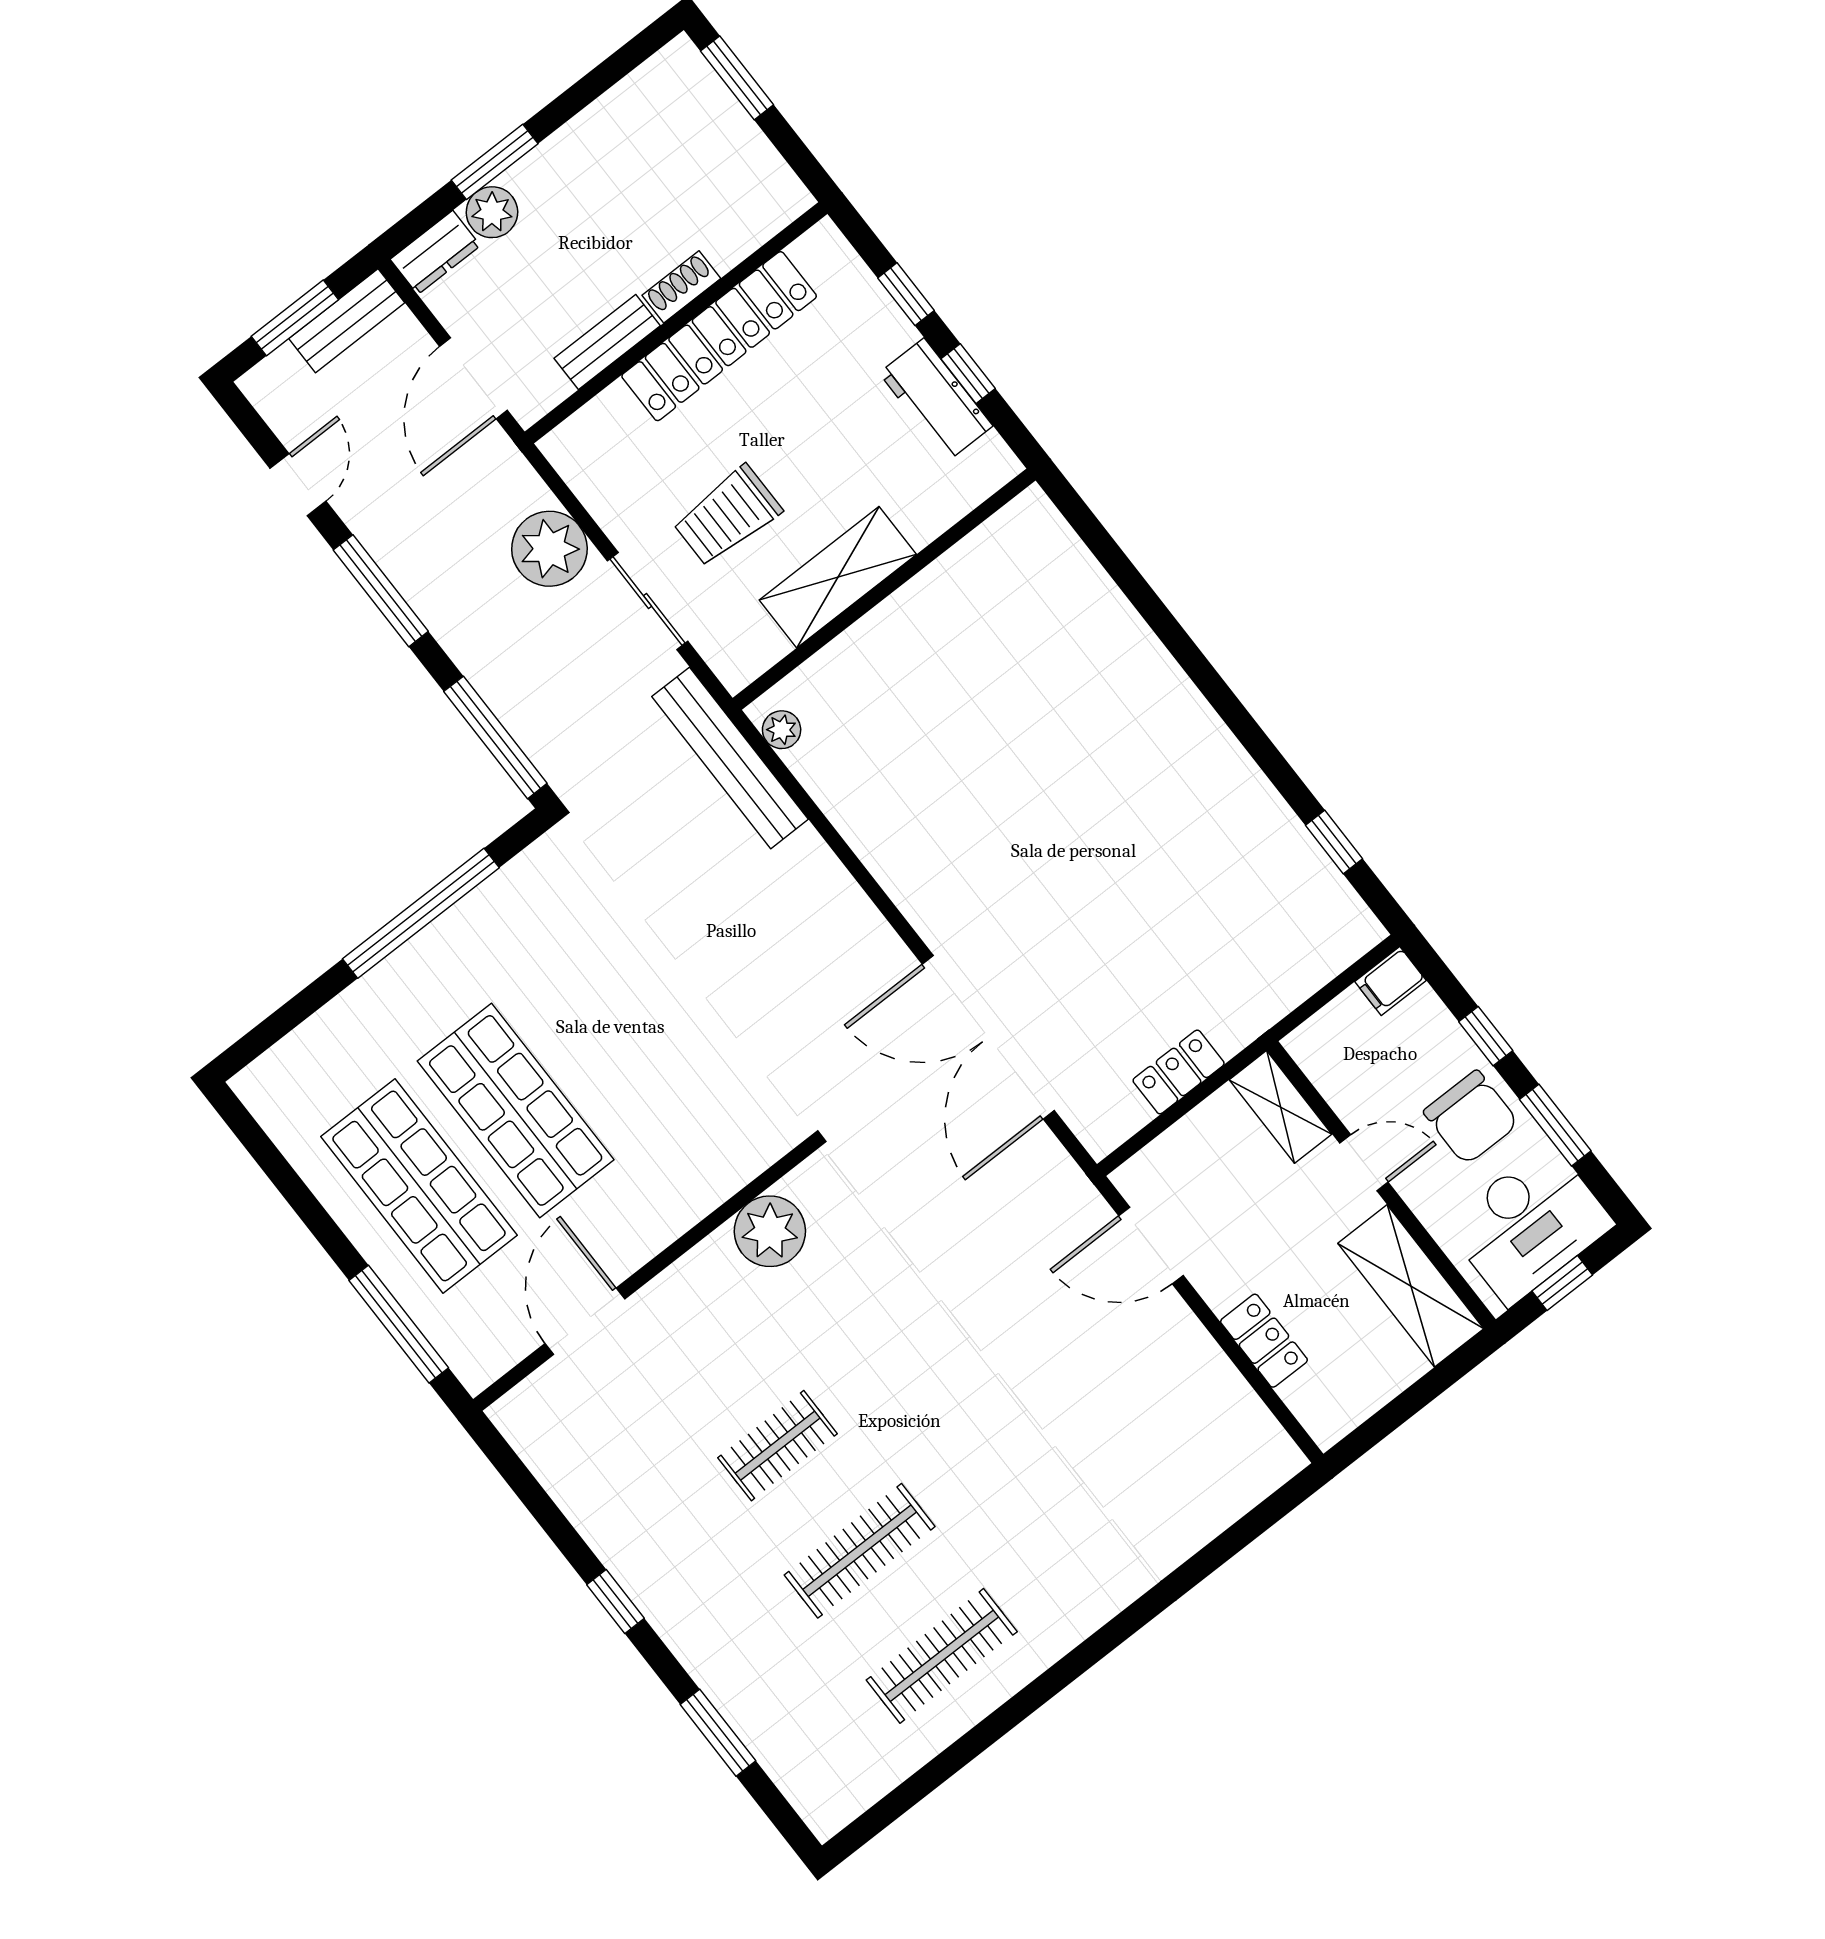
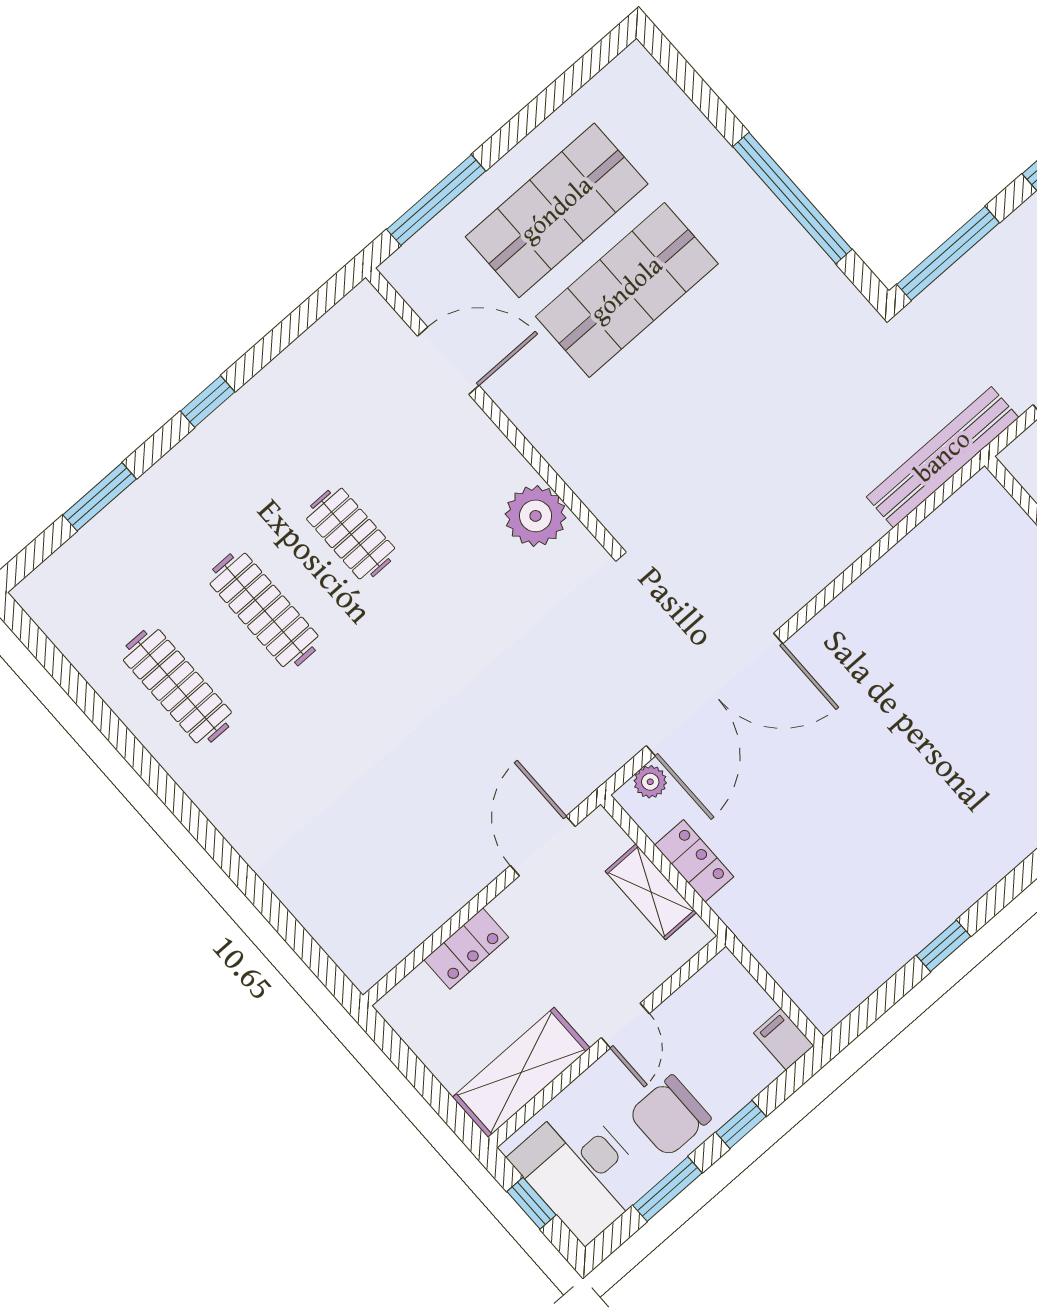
plant: (782, 730) -> (650, 782), moved
window: (1334, 842) -> (943, 946), moved
double door: (988, 1037) -> (714, 695), swing flipped
shelving: (1280, 1107) -> (651, 892), moved, turned 90

